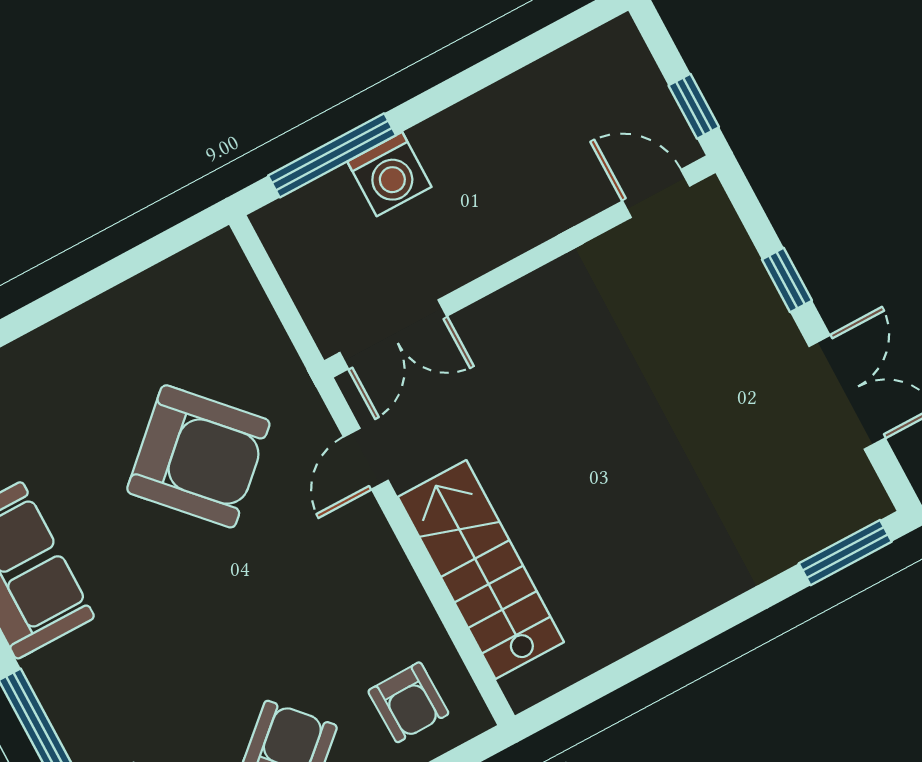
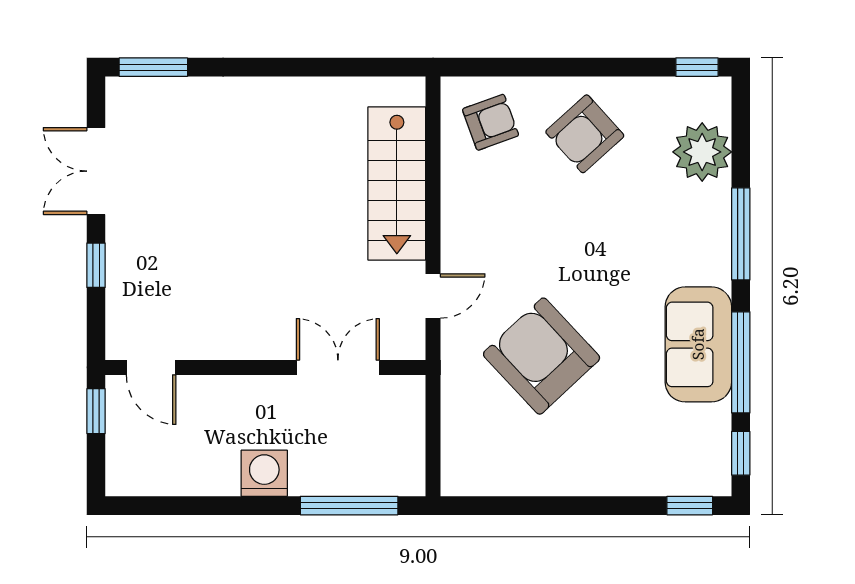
washing machine: (389, 174) -> (264, 473), moved
double door: (393, 334) -> (338, 367), moved
armchair: (408, 702) -> (491, 122), turned 71

